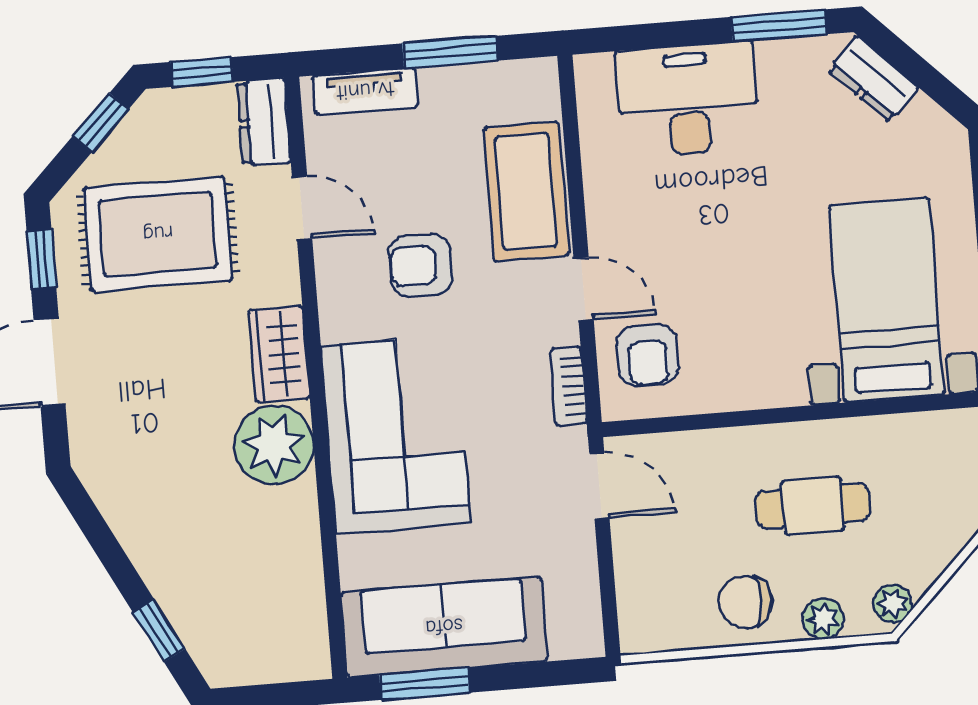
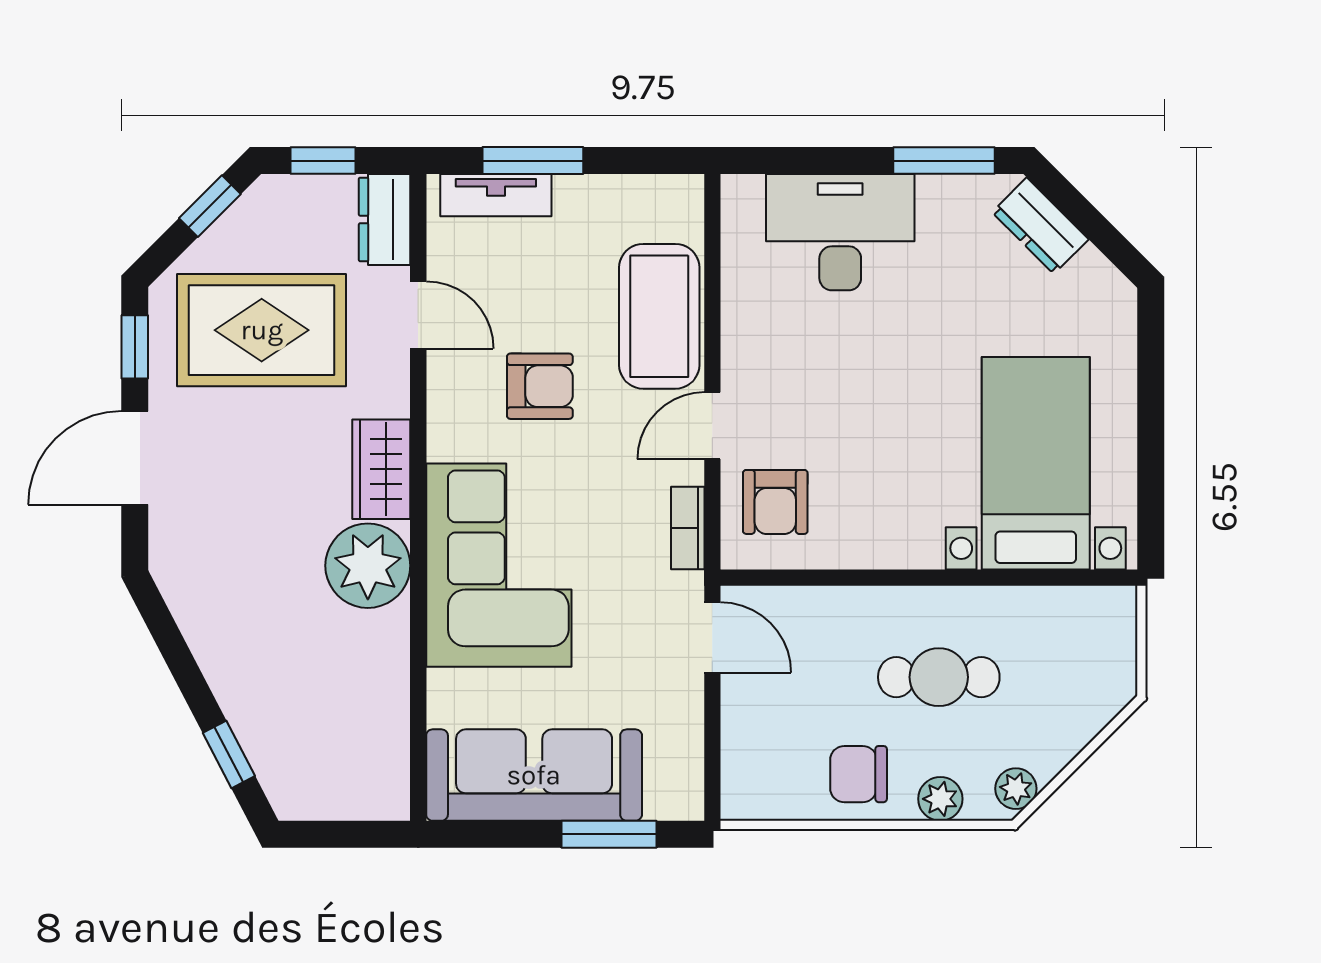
window: (450, 52) -> (533, 161), moved
armchair: (420, 265) -> (540, 386), turned 180
door: (584, 289) -> (712, 426), swing flipped
window: (425, 684) -> (609, 834), moved

